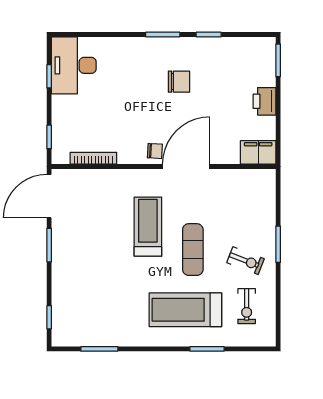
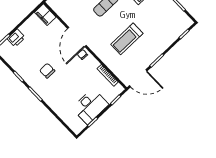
desk: (74, 65) -> (90, 106), moved
printer: (264, 101) -> (16, 38), moved
door: (186, 167) -> (77, 37), hinge flipped
treadmill: (148, 227) -> (127, 39), moved

